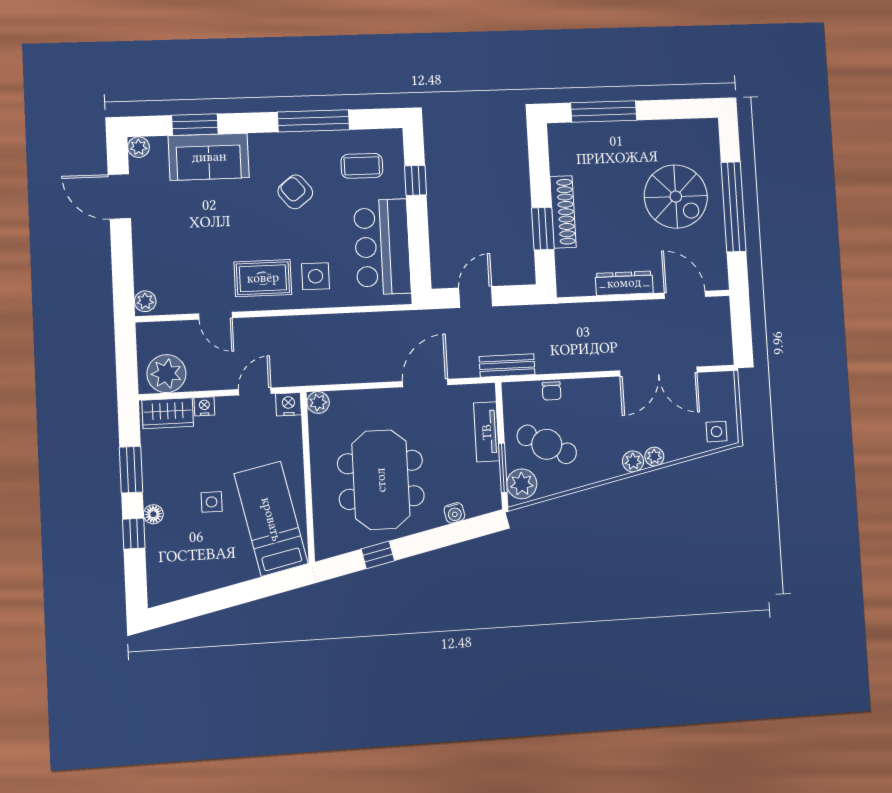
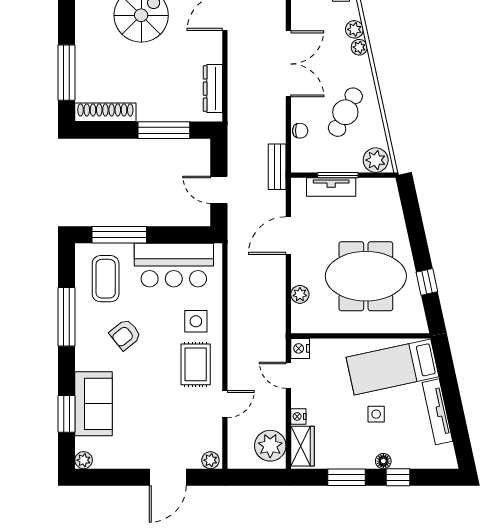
coffee table: (362, 166) -> (106, 279), width x1.36, depth x1.30
window: (415, 180) -> (119, 235), width x2.17
door: (119, 197) -> (168, 477), moved
shoe rack: (563, 212) -> (105, 112), moved
window: (543, 229) -> (164, 130), width x1.44
dresser: (624, 283) -> (213, 89), moved
double door: (659, 372) -> (288, 64), moved
door: (425, 383) -> (288, 236), hinge flipped
plant: (318, 402) -> (300, 294), moved
cafe table: (547, 444) -> (345, 112), moved
plant: (633, 461) -> (354, 29), moved
window: (503, 468) -> (338, 175), moved
water cooler: (454, 513) -> (396, 217), removed
tv unit: (218, 578) -> (437, 412), added

